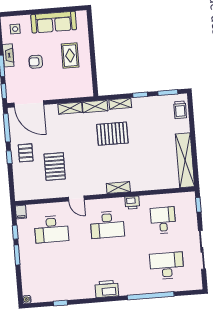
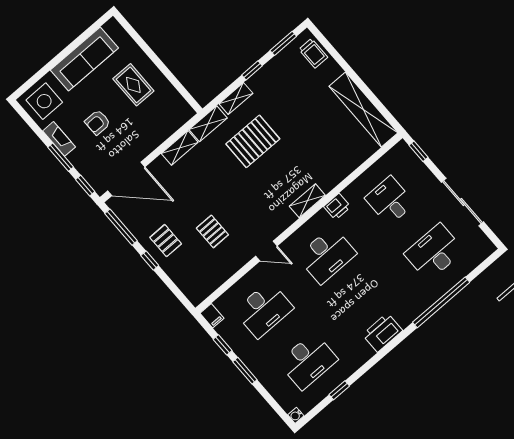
side table: (15, 29) -> (44, 101), width x1.87, depth x1.87
pallet: (55, 166) -> (212, 231), width x0.67, depth x0.71
desk: (55, 275) -> (308, 361), added

